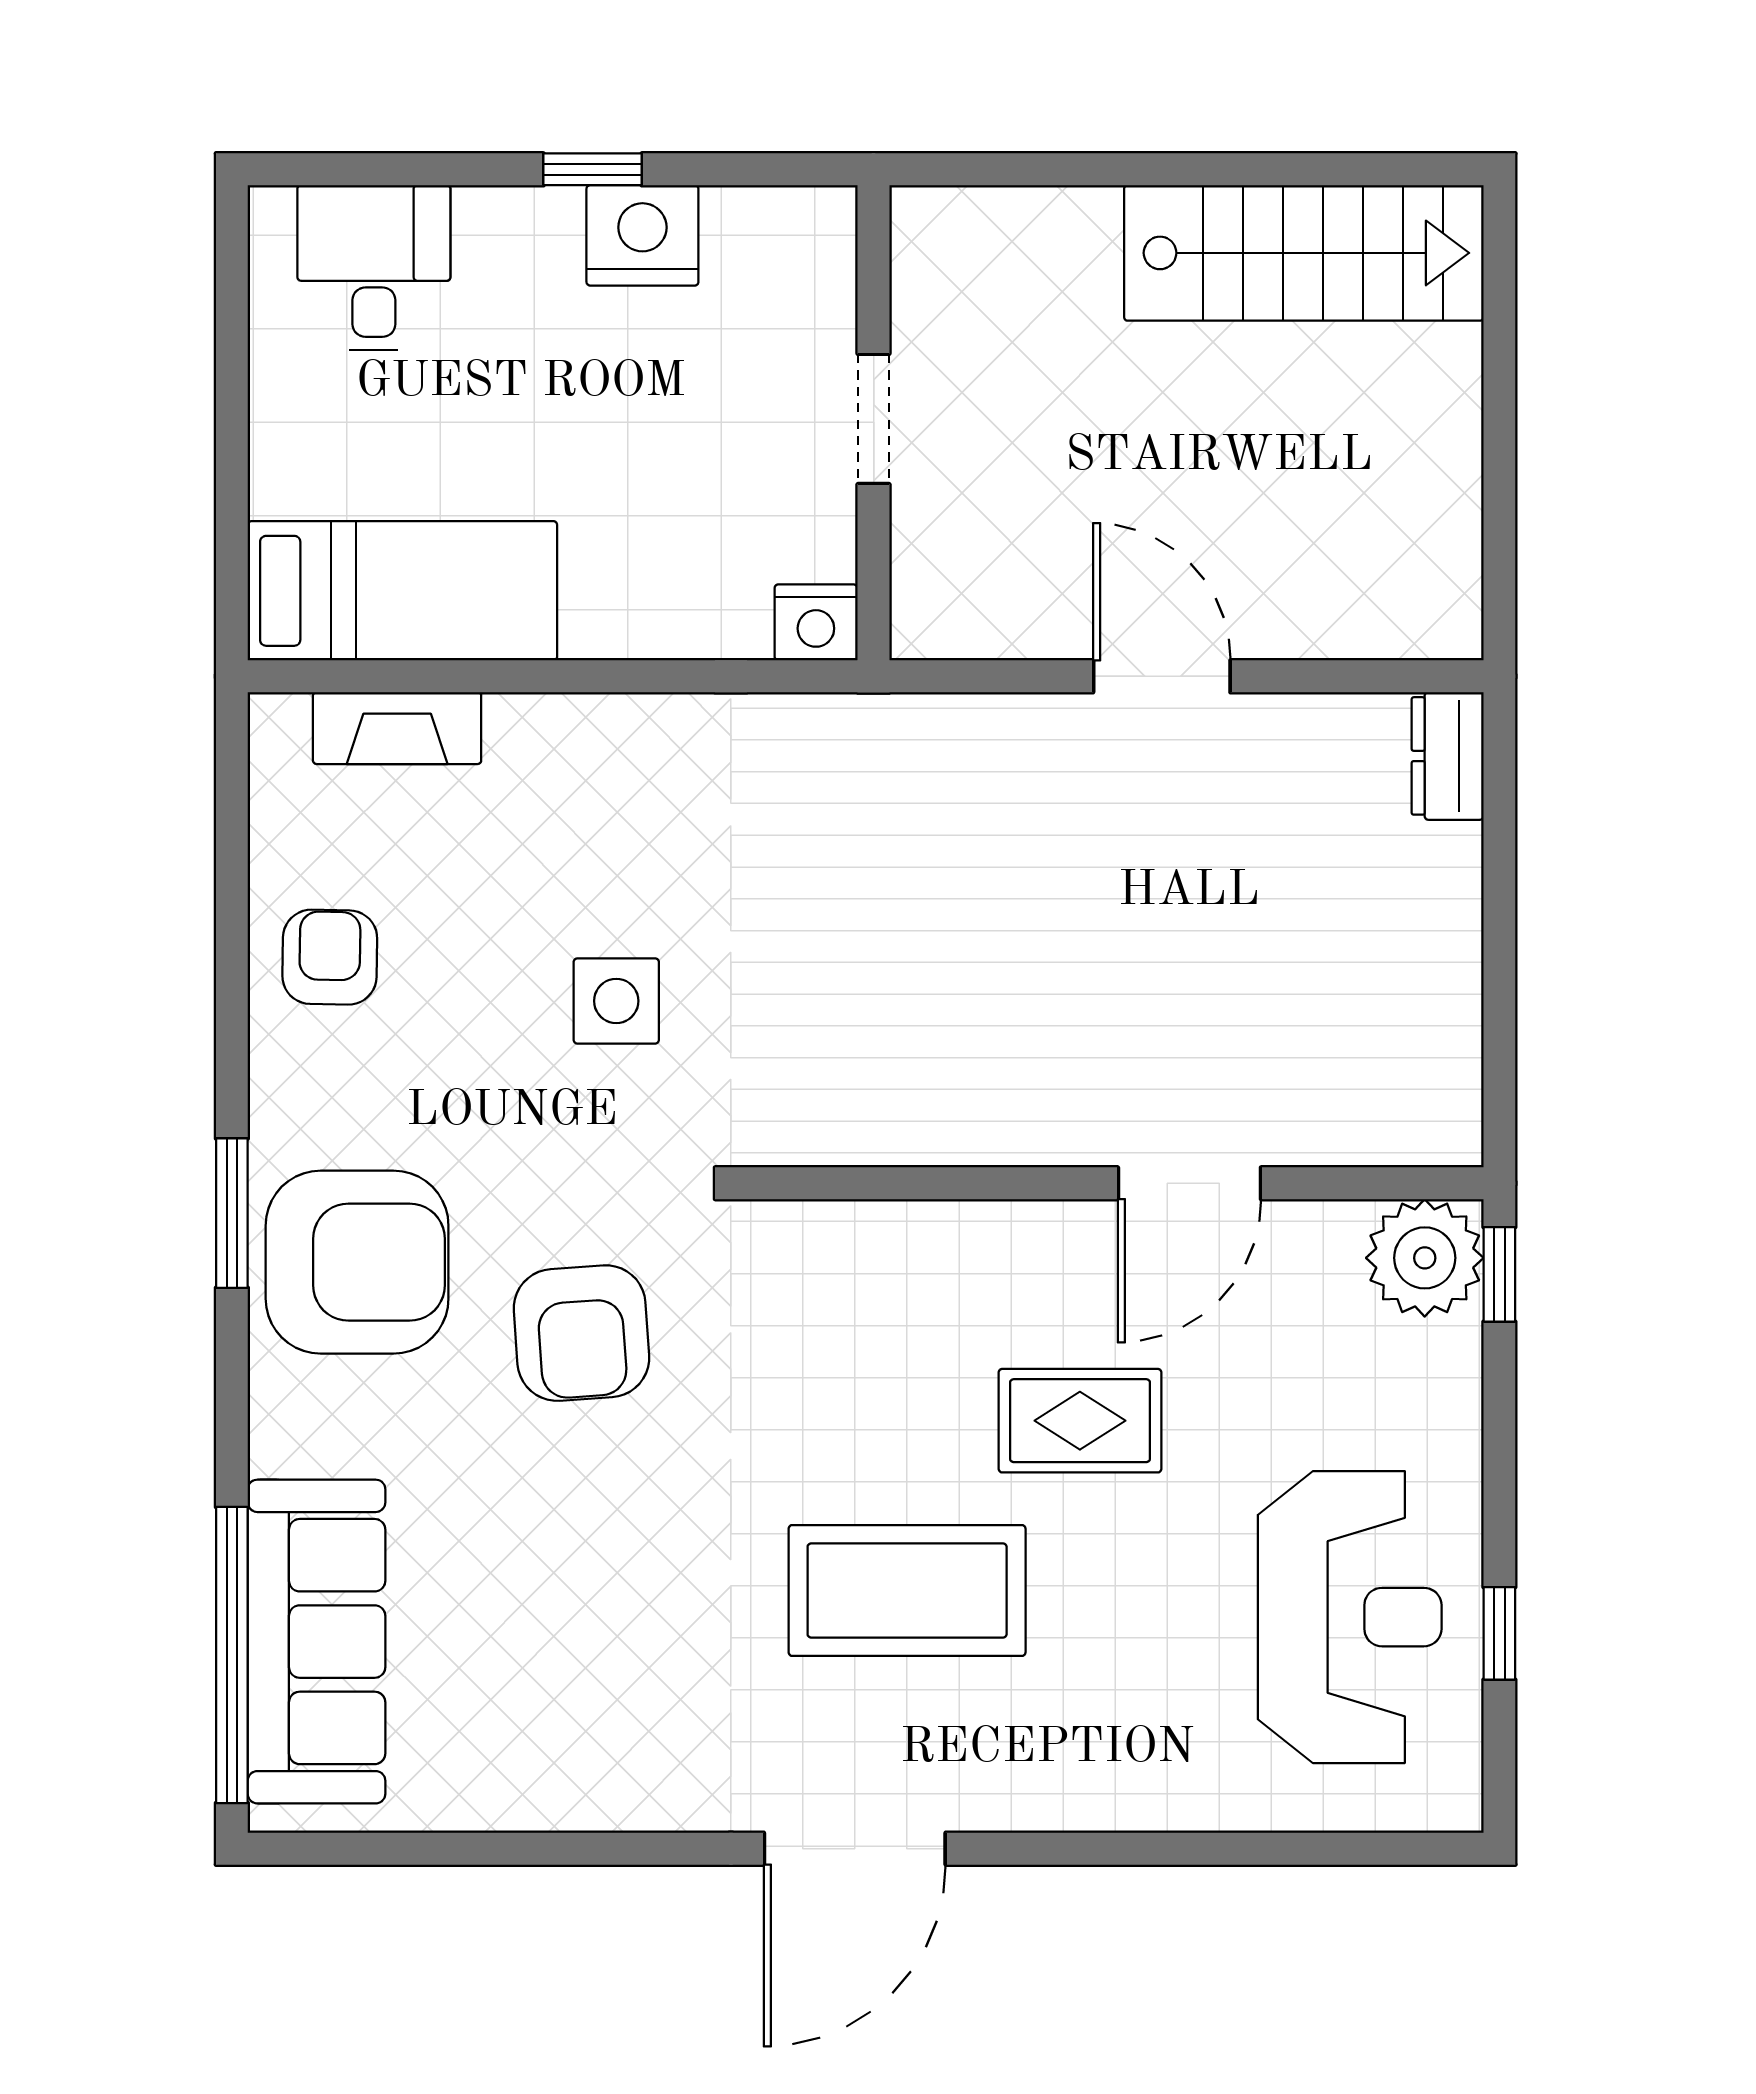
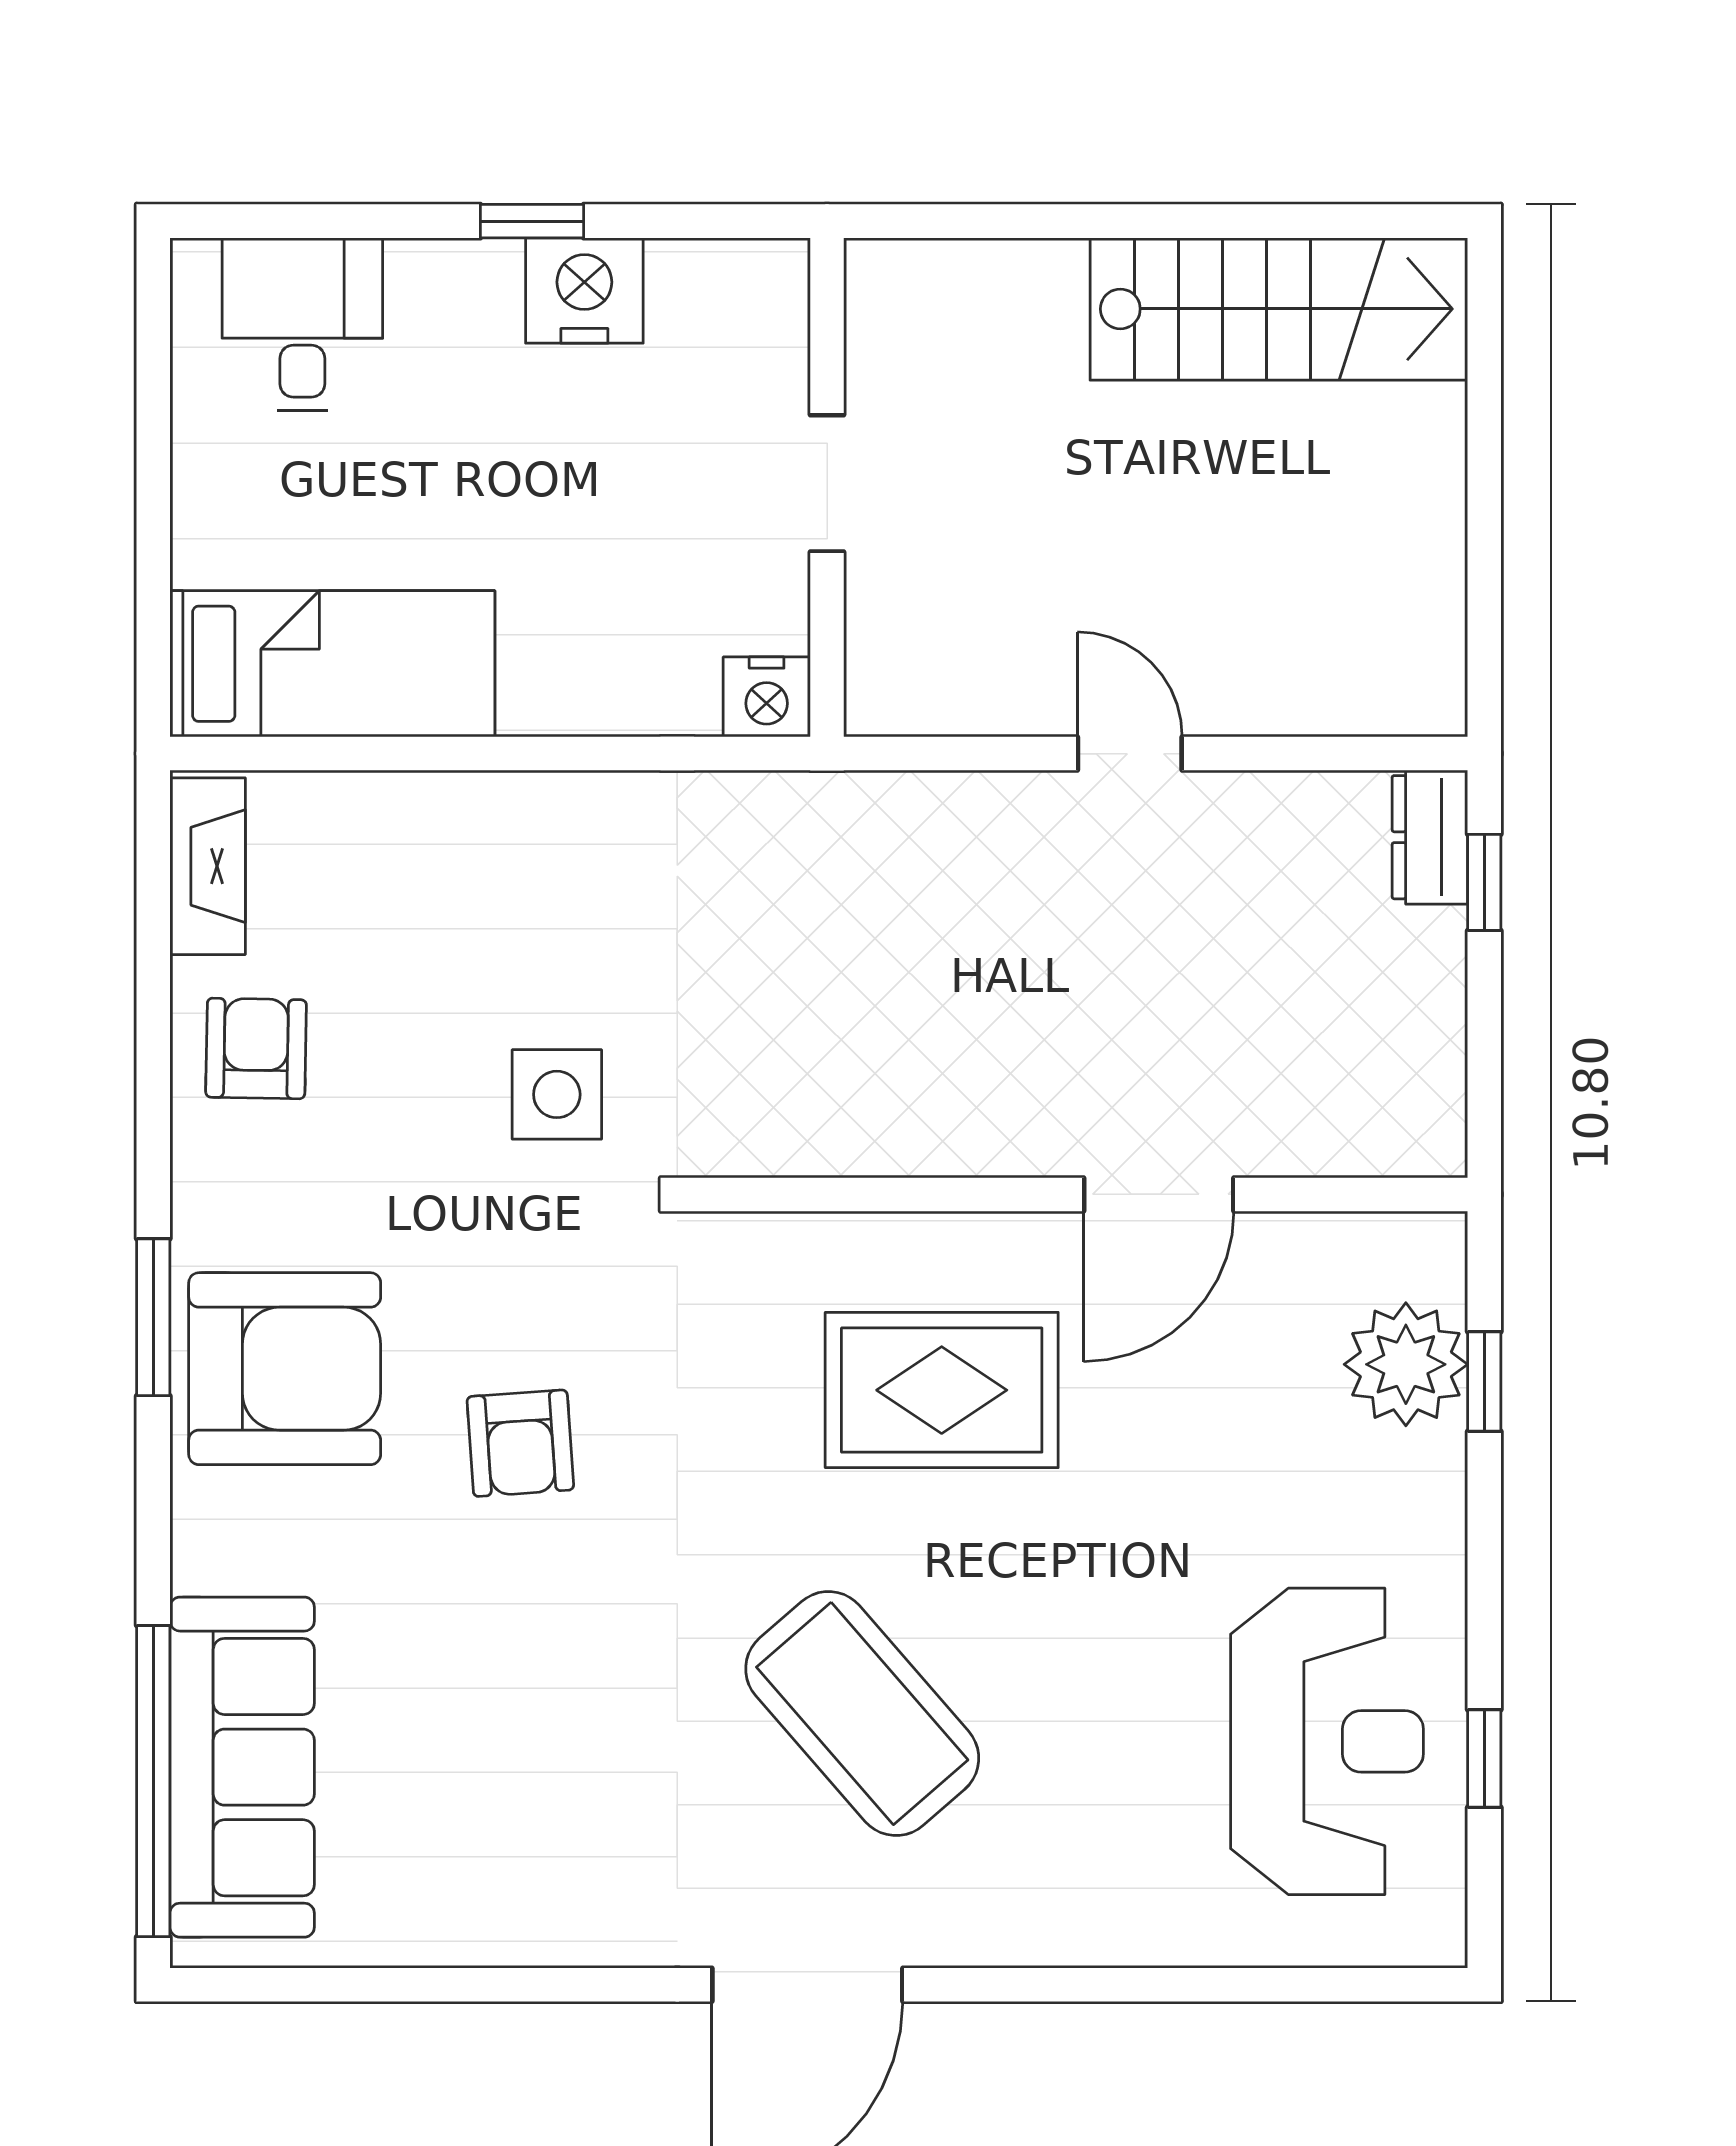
door: (1162, 676) -> (1130, 754), width x0.73
fireplace: (397, 728) -> (208, 866), moved, turned -90
window: (1499, 799) -> (1484, 882), added
wall: (1115, 1183) -> (1081, 1194), moved
door: (1189, 1183) -> (1159, 1194), moved
armchair: (581, 1333) -> (520, 1443), width x0.72, depth x0.72
rug: (1080, 1421) -> (942, 1390), moved, width x1.36, depth x1.43
coffee table: (907, 1591) -> (862, 1714), turned 49

